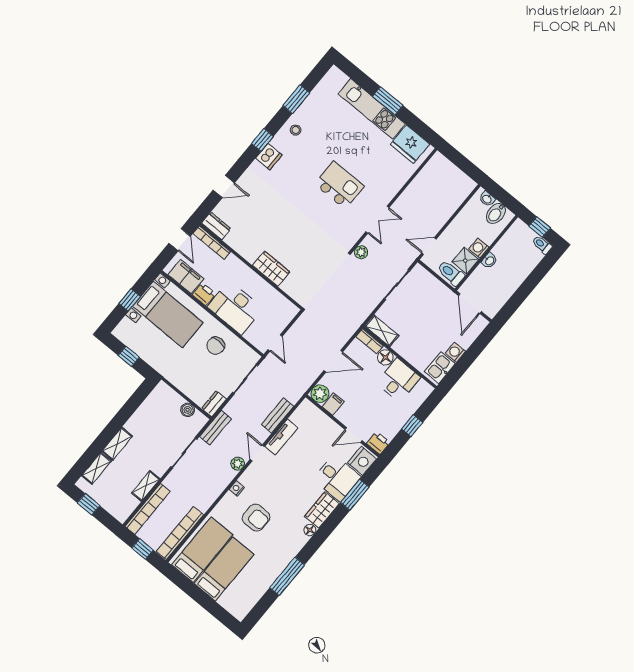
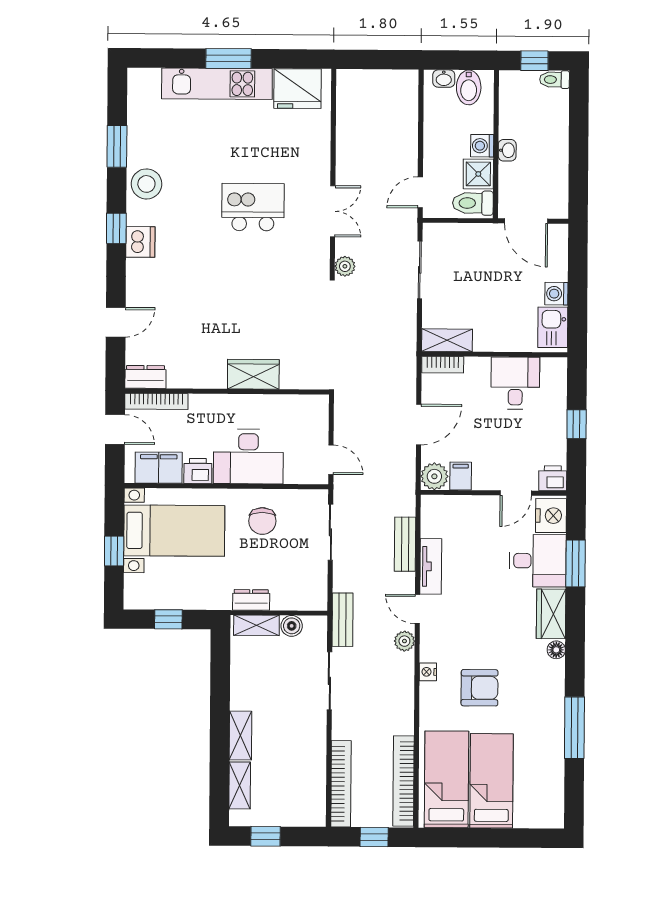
stool: (296, 130) -> (146, 184), width x1.89, depth x1.89
floor lamp: (385, 357) -> (477, 369), removed
dresser: (214, 404) -> (251, 600), moved, turned 90
shelving: (146, 486) -> (256, 625), moved, turned 90

